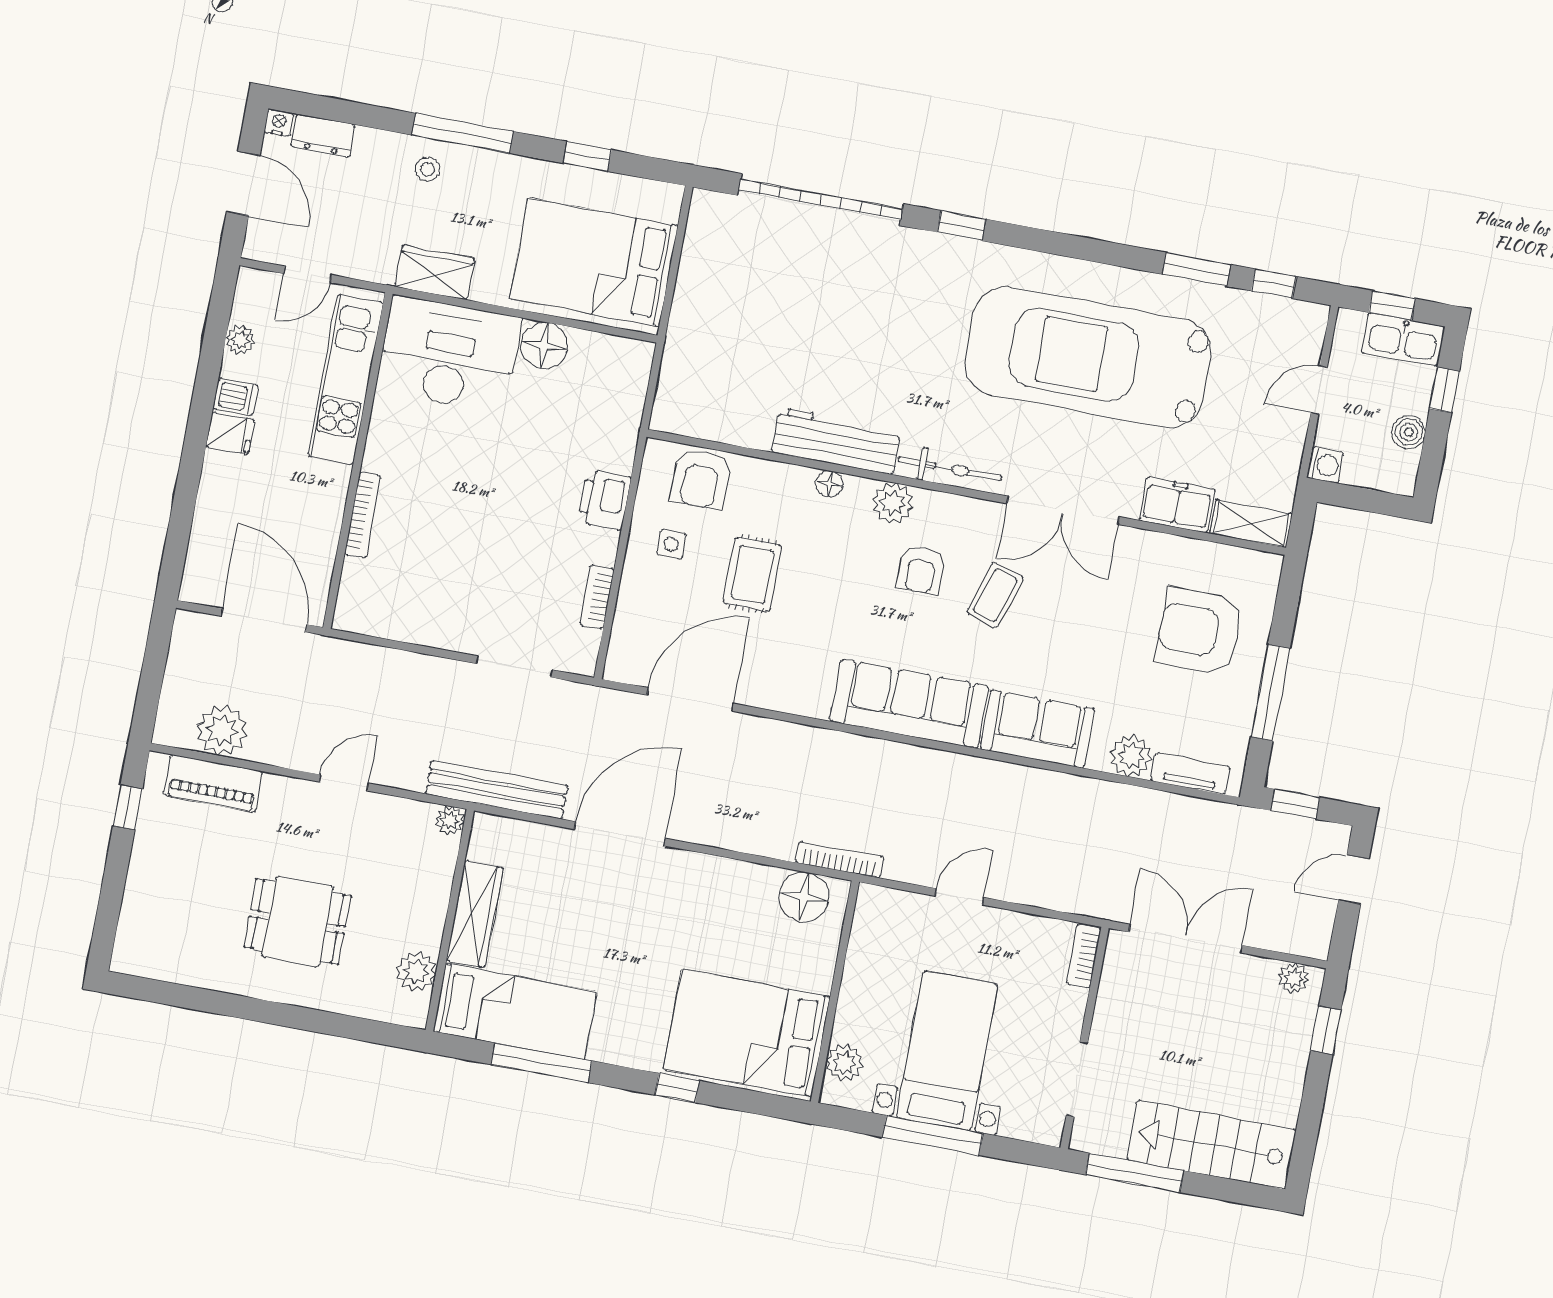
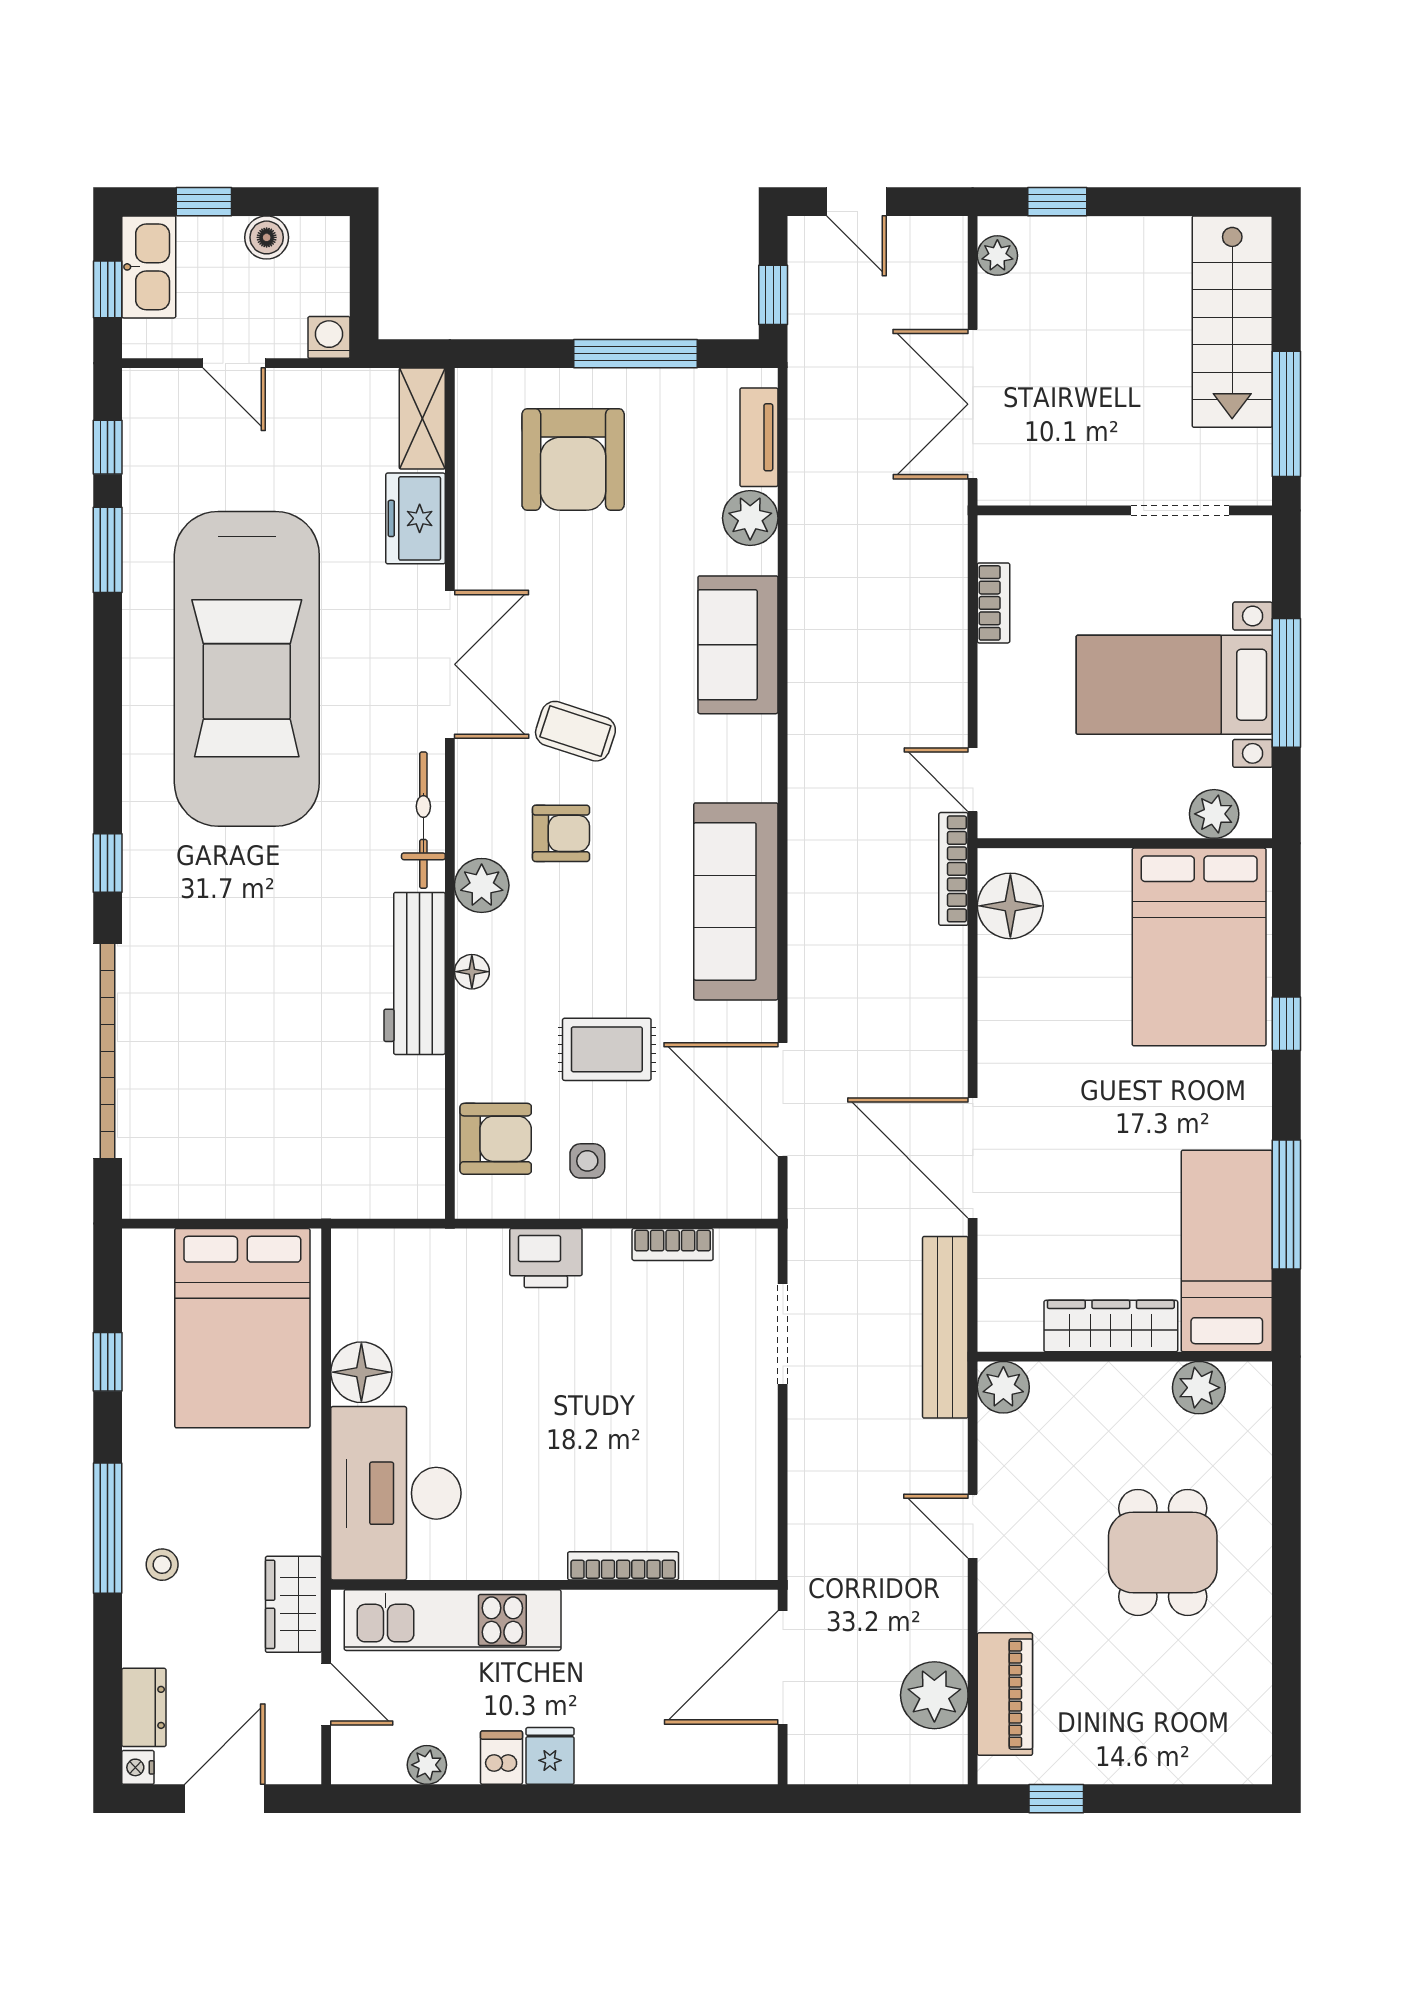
wardrobe: (435, 272) -> (294, 1604), moved
sofa: (909, 704) -> (736, 901), moved
plant: (450, 821) -> (1003, 1387), width x1.38, depth x1.38
door: (959, 897) -> (973, 780), moved
bookcase: (1084, 956) -> (993, 603), moved, turned -90

